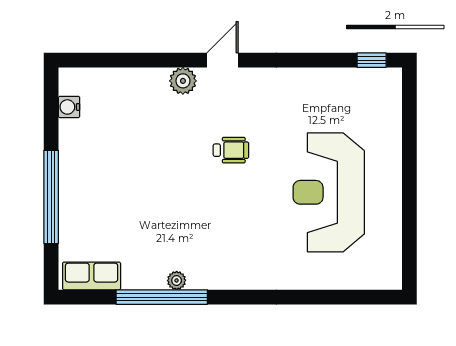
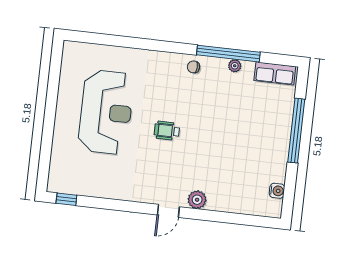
wheelchair: (231, 150) -> (167, 131), moved
chair: (210, 272) -> (194, 67), added
plant: (177, 280) -> (235, 66), moved

